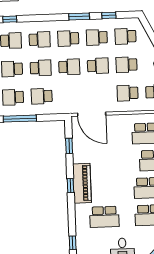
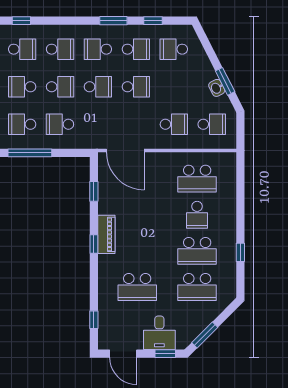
school desk: (97, 37) -> (136, 49), turned 180
school desk: (127, 65) -> (174, 87), removed
school desk: (128, 93) -> (174, 124), turned 180
piano: (82, 183) -> (106, 234), width x0.73, depth x0.75

